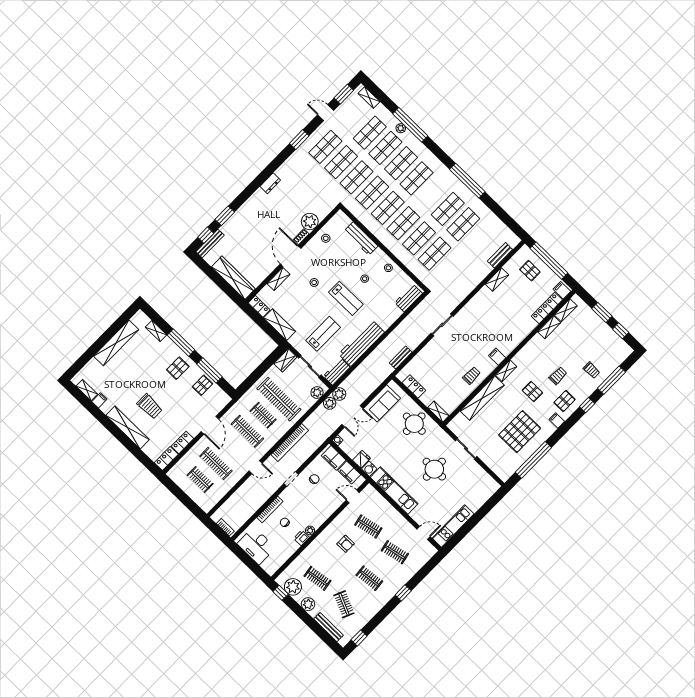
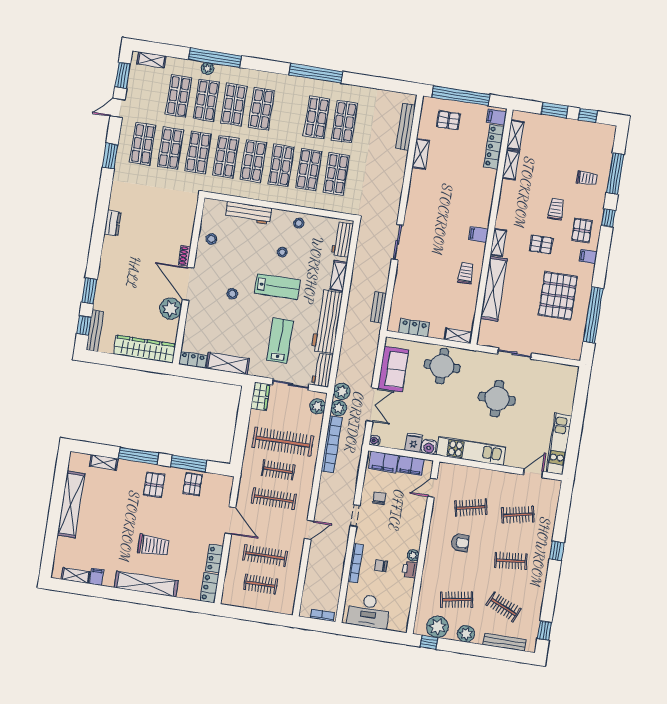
plant: (310, 222) -> (171, 309), moved
bench: (500, 255) -> (406, 127), width x1.36
shelving: (279, 279) -> (339, 276), moved
bookcase: (290, 443) -> (332, 444), moved

